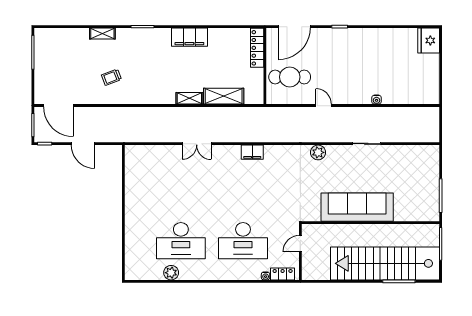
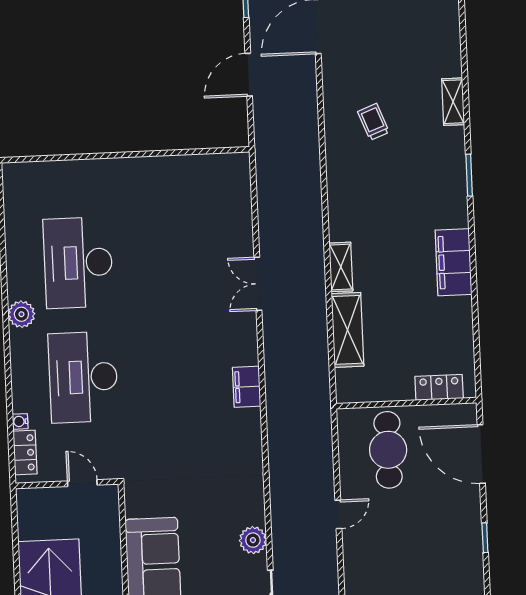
locker: (257, 48) -> (439, 387), width x0.66
plant: (318, 152) -> (253, 540), moved
plant: (171, 273) -> (21, 314), moved

